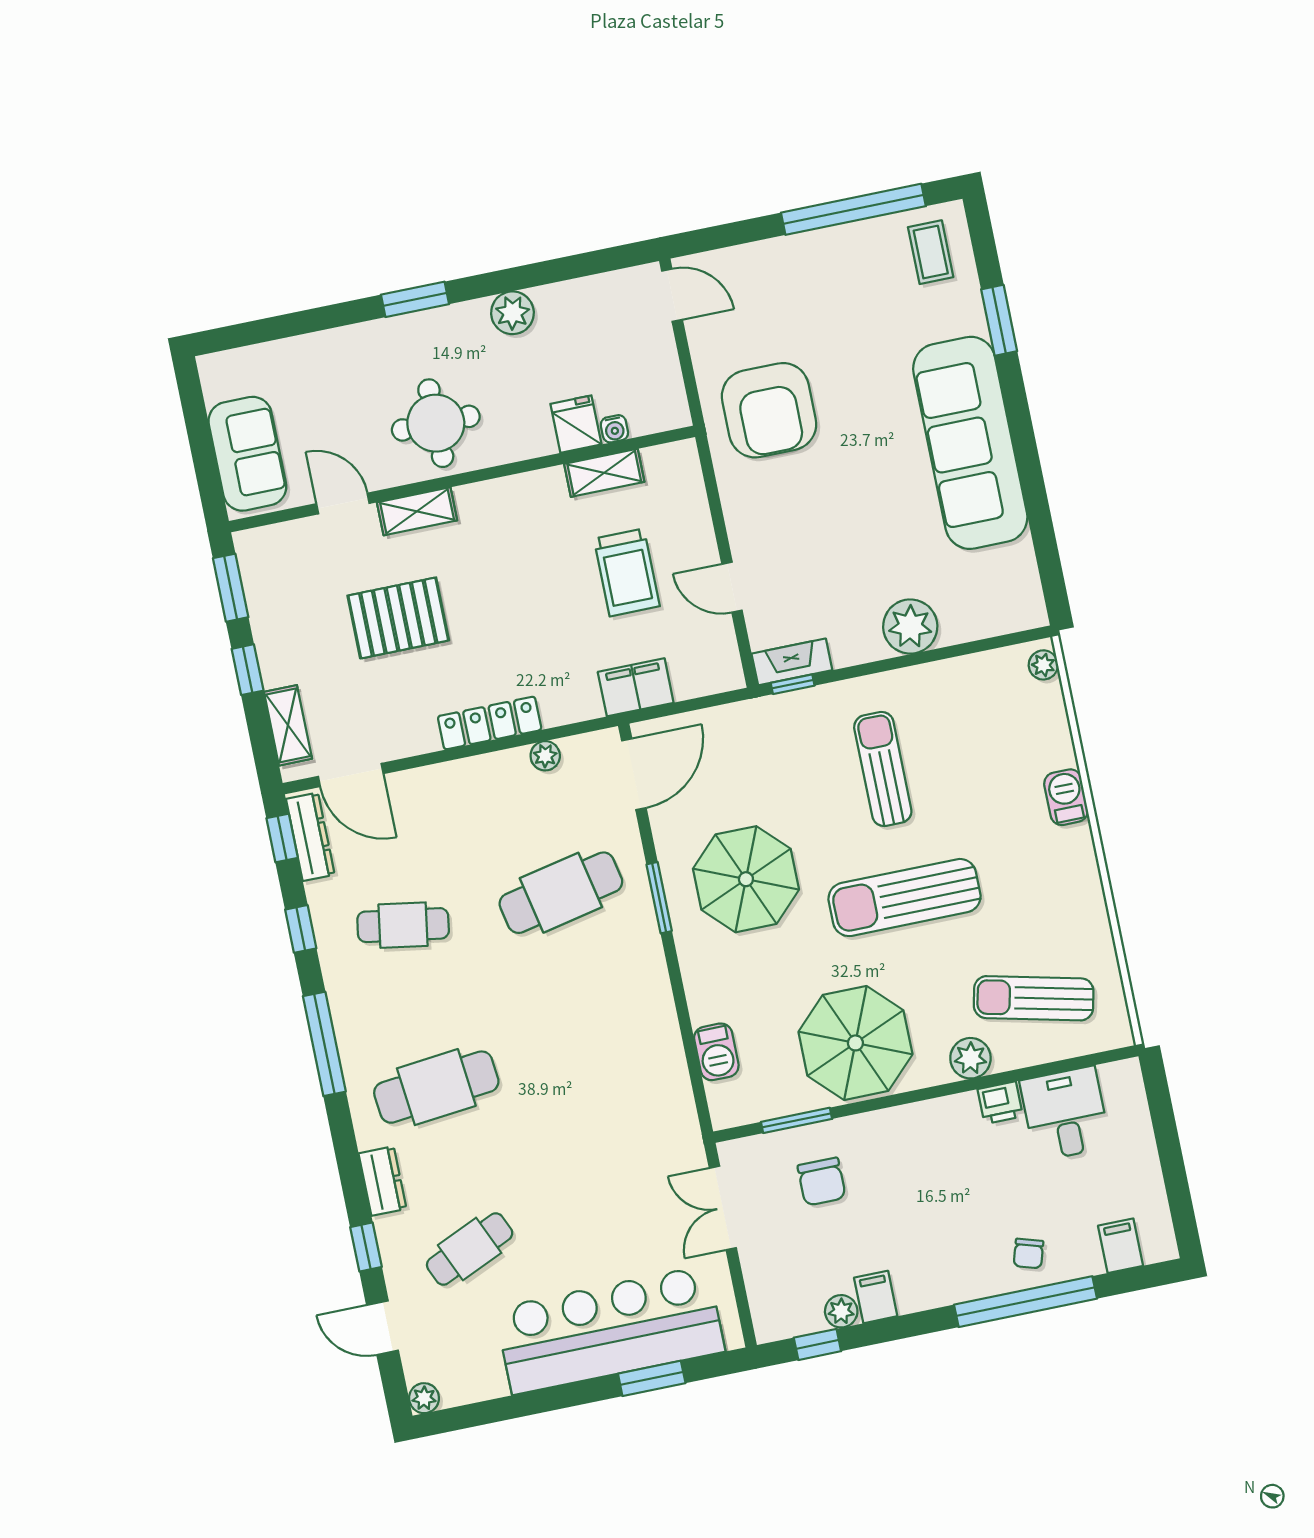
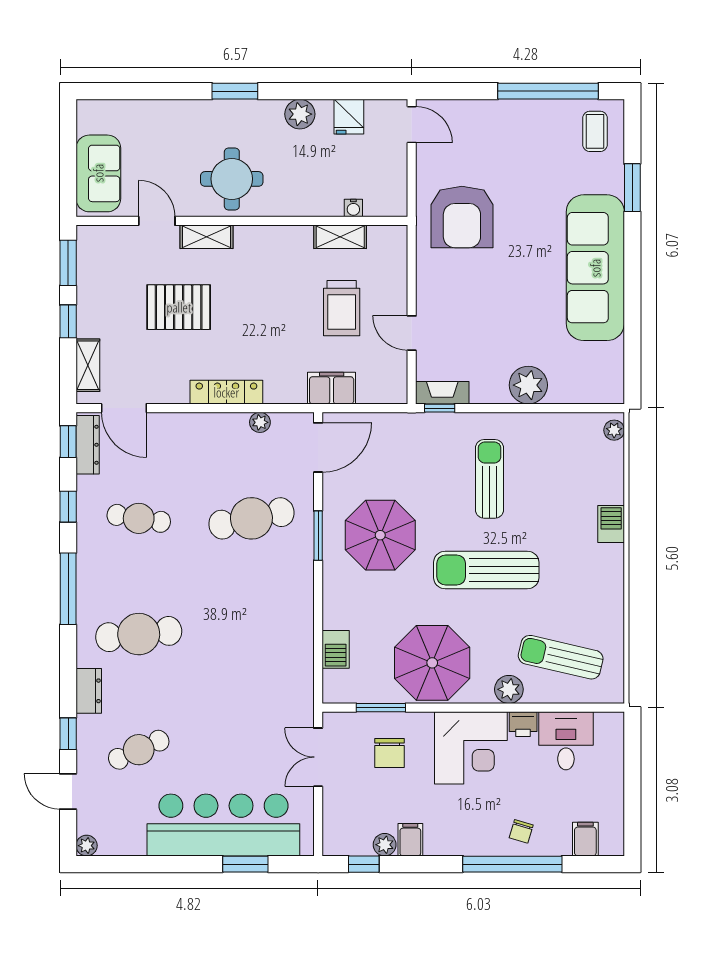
fridge: (576, 424) -> (349, 117), moved, turned 180
corner desk: (934, 1151) -> (471, 748), added

